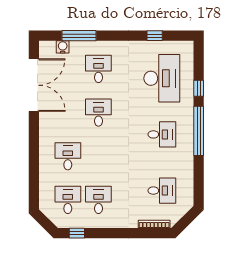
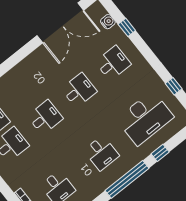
window: (79, 36) -> (127, 27), width x0.46
desk: (68, 156) -> (45, 117), moved

